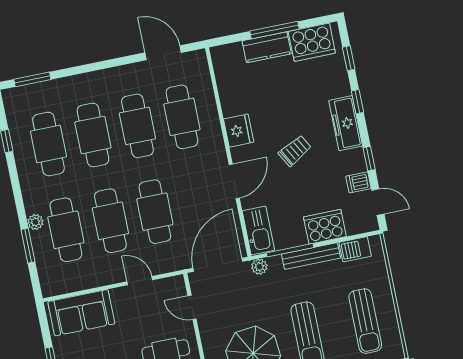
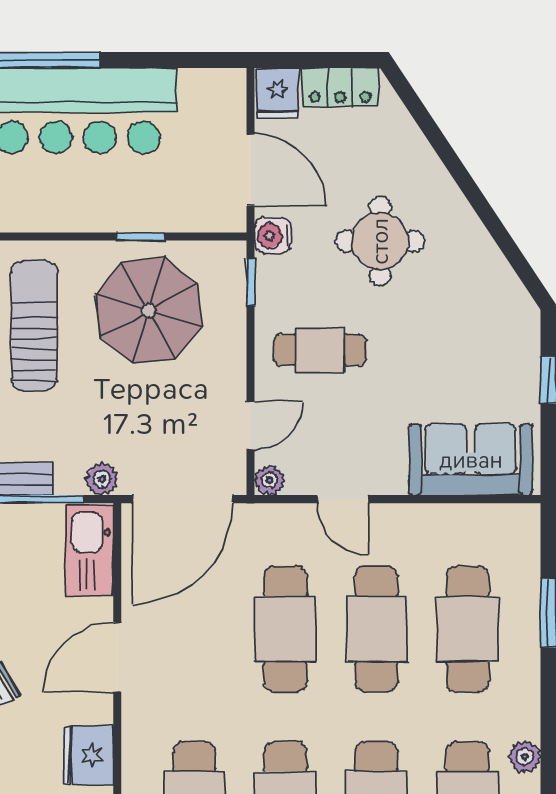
plant: (35, 222) -> (525, 756), moved
plant: (177, 283) -> (269, 480), added
door: (192, 307) -> (251, 426), hinge flipped

